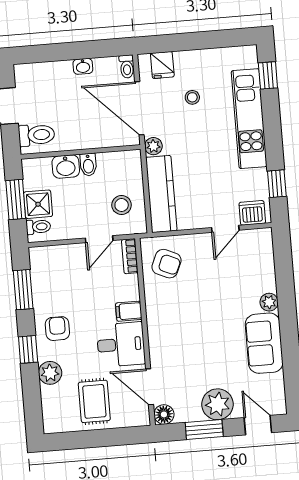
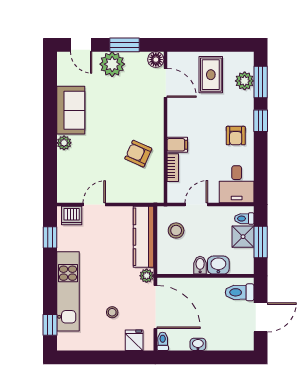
bookcase: (130, 256) -> (173, 168), moved
armchair: (167, 264) -> (138, 154), moved
window: (23, 290) -> (261, 82), moved
desk: (121, 344) -> (237, 184), moved, turned -90
plant: (50, 373) -> (245, 81), moved

